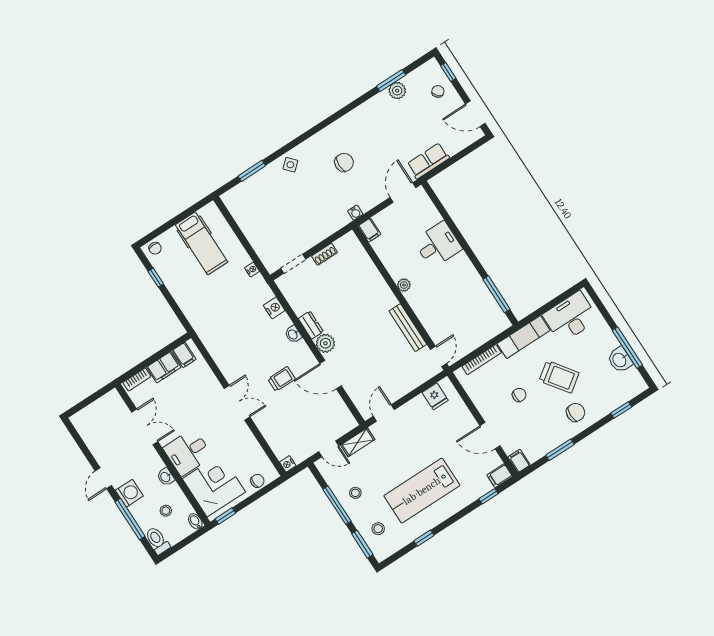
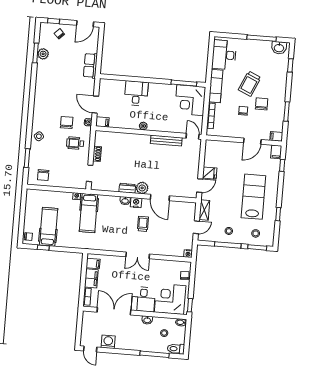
chair: (344, 162) -> (67, 123), moved
door: (403, 192) -> (95, 105), moved
chair: (246, 208) -> (43, 175), added
wheelchair: (317, 217) -> (75, 143), added
hospital bed: (202, 243) -> (49, 227), moved, turned -90
hospital bed: (242, 301) -> (88, 213), added
nightstand: (274, 308) -> (136, 203), moved
corner desk: (481, 319) -> (190, 100), added
washbasin: (620, 360) -> (279, 48), moved
door: (331, 375) -> (160, 197), hinge flipped
trolley: (559, 377) -> (250, 84), turned 150
fridge: (435, 396) -> (210, 173), moved
double door: (237, 403) -> (138, 255), swing flipped
chair: (576, 412) -> (262, 104), moved
door: (384, 413) -> (200, 186), swing flipped
double door: (145, 427) -> (114, 311), width x1.37
door: (103, 478) -> (90, 349), moved
lab bench: (422, 491) -> (253, 197), turned 180
washing machine: (129, 493) -> (108, 342), moved

